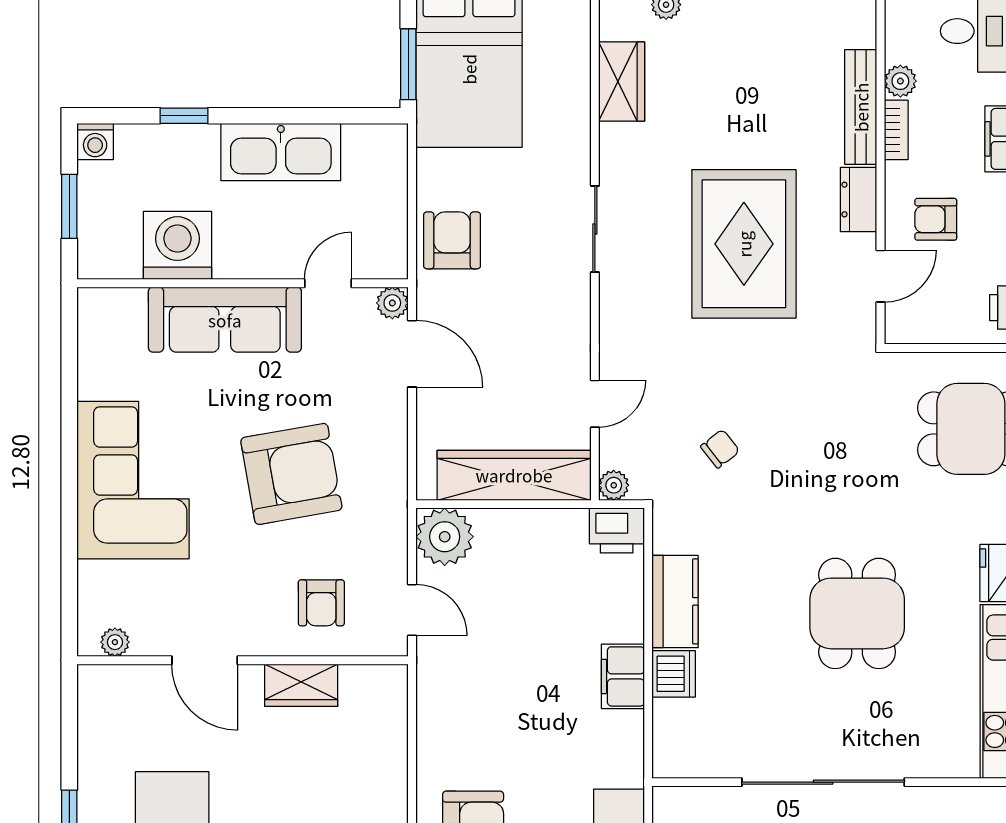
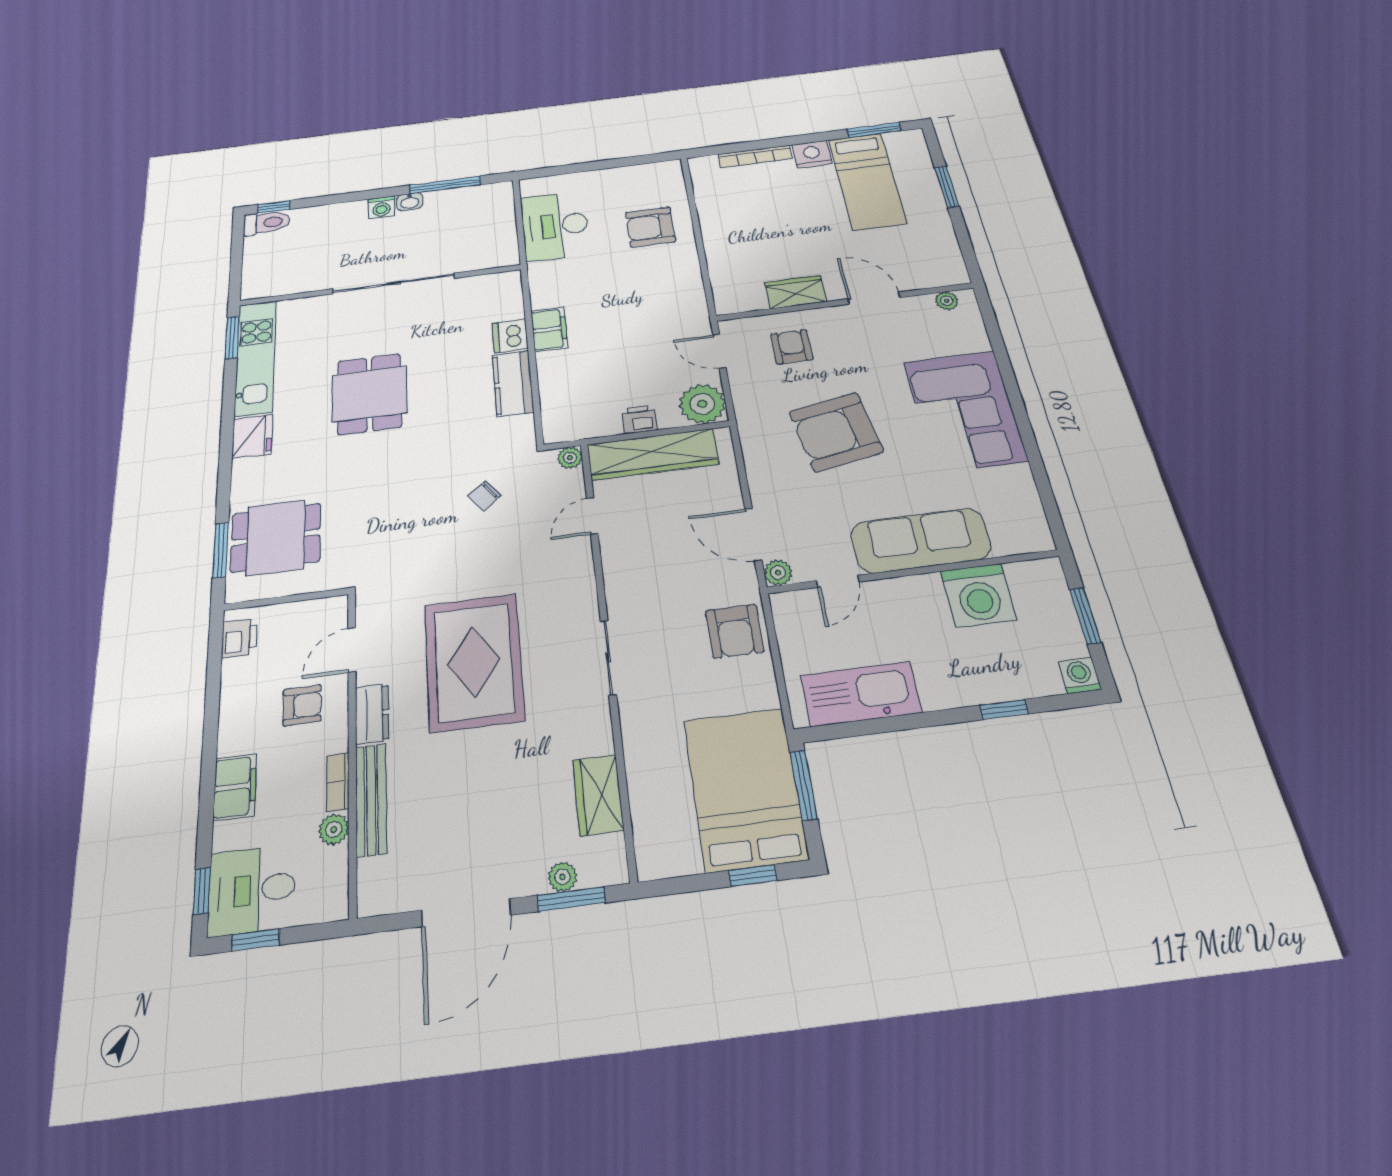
kitchen sink: (281, 152) -> (861, 694), moved
printer: (617, 530) -> (639, 419), moved, width x0.73, depth x0.81

